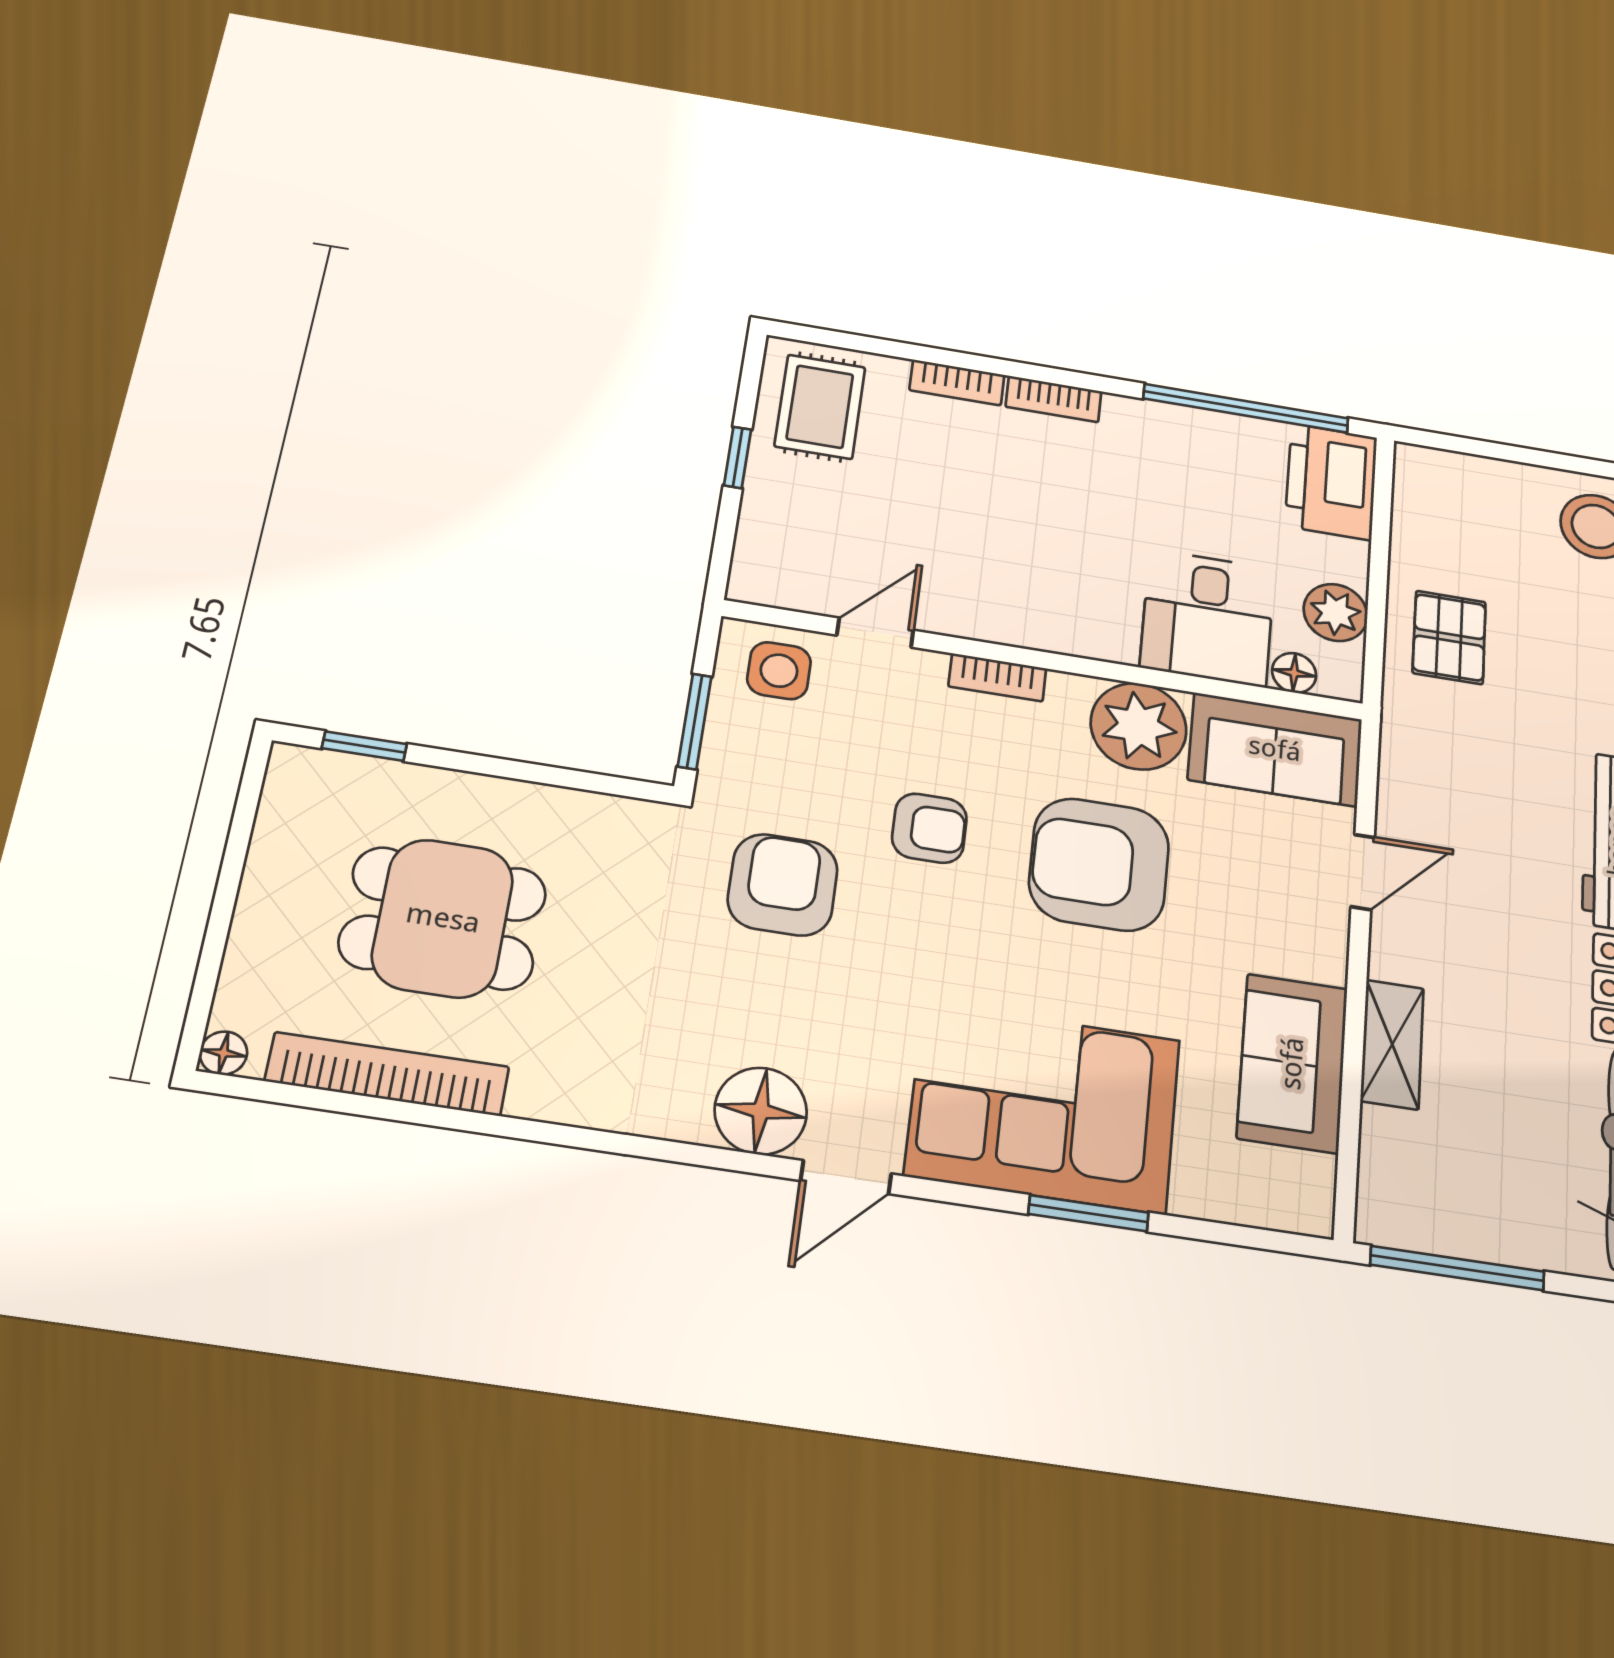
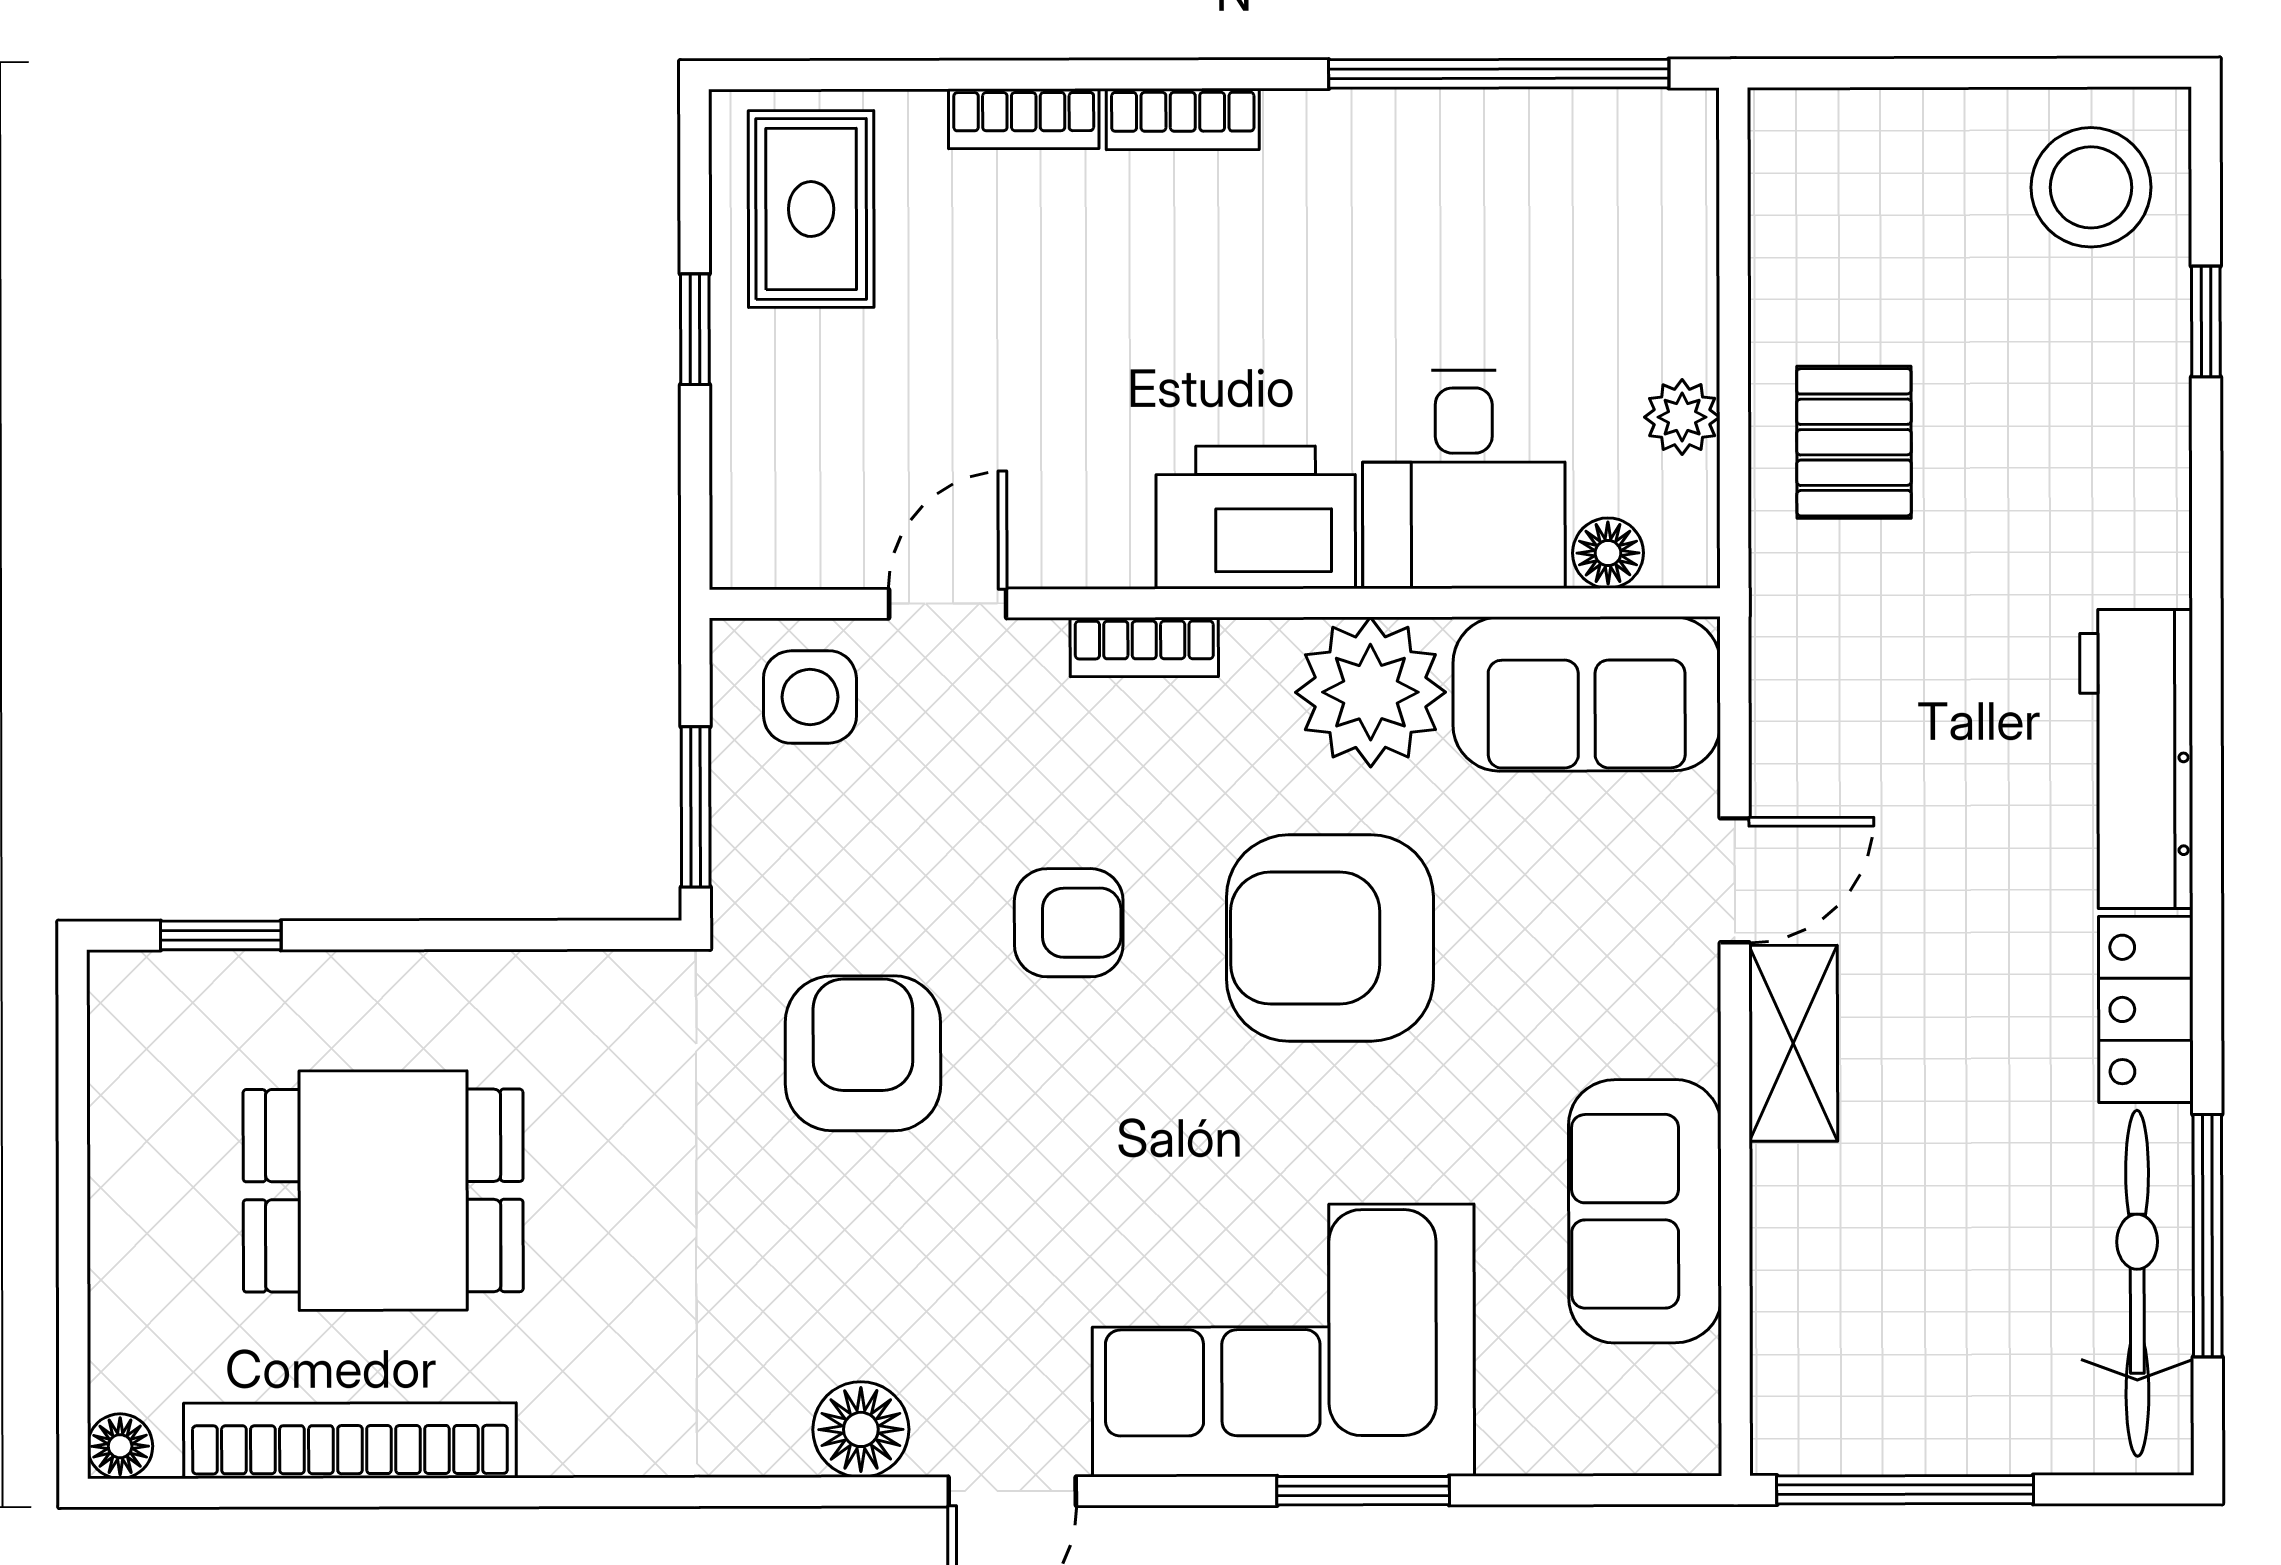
printer: (1331, 482) -> (1256, 517), moved, turned 90
plant: (1336, 613) -> (1682, 417), width x0.73, depth x0.73
shelving: (1392, 1044) -> (1793, 1043), moved
floor lamp: (761, 1111) -> (861, 1429), width x0.73, depth x0.73

